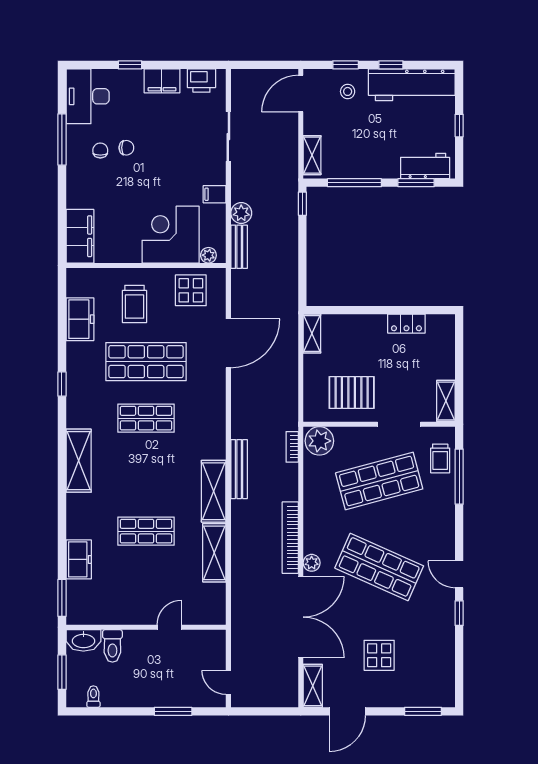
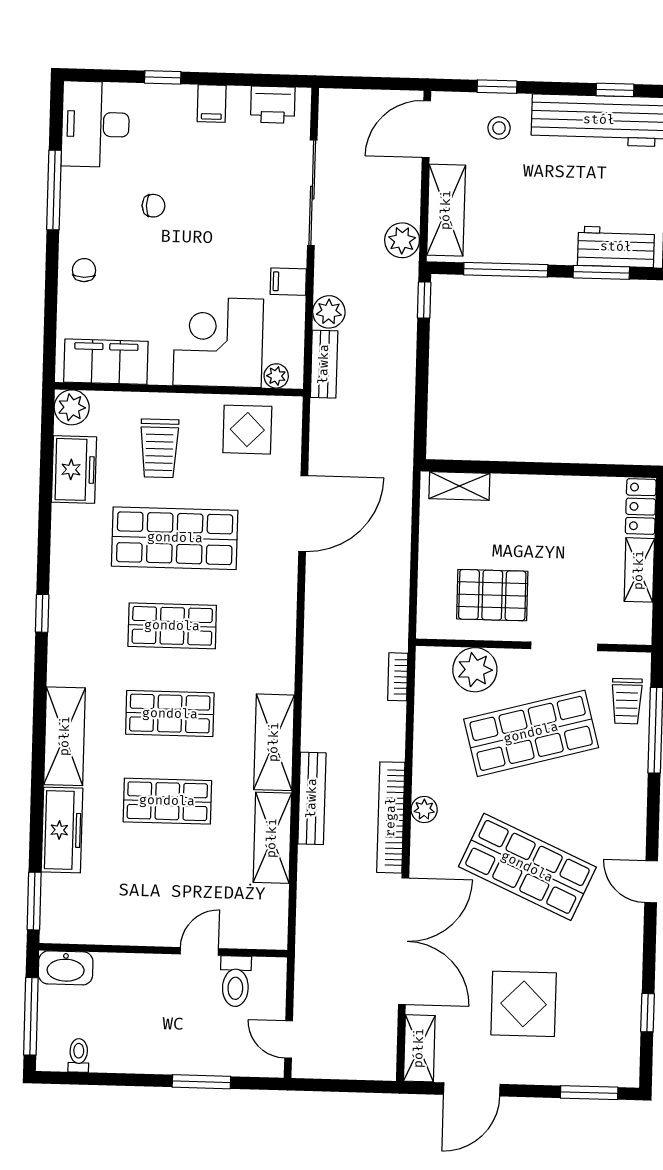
window: (391, 65) -> (615, 90), moved
filing cabinet: (162, 81) -> (212, 103), width x0.50
sliding door: (228, 137) -> (312, 193), width x1.37
chair: (100, 150) -> (84, 270), moved
shelving: (312, 155) -> (446, 210), width x1.50, depth x1.33
plant: (287, 166) -> (402, 240), added
filing cabinet: (80, 236) -> (106, 362), moved, turned -90
plant: (77, 279) -> (72, 407), added
locker: (406, 324) -> (641, 507), moved, turned 90
shelving: (312, 334) -> (459, 486), moved, turned 90
window: (62, 384) -> (42, 613), moved
shelving: (446, 401) -> (639, 570), moved
plant: (319, 441) -> (475, 670), moved
shelving: (79, 461) -> (65, 736), moved
bench: (239, 469) -> (312, 798), moved
shop shelf: (146, 475) -> (170, 714), added
freezer: (79, 559) -> (62, 830), width x1.40
plant: (312, 563) -> (424, 809), moved
window: (459, 613) -> (648, 1013), moved
toilet: (112, 646) -> (236, 981), moved
display table: (379, 655) -> (524, 1004), width x1.36, depth x1.36
window: (62, 672) -> (31, 1016), width x1.44

